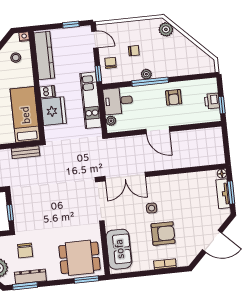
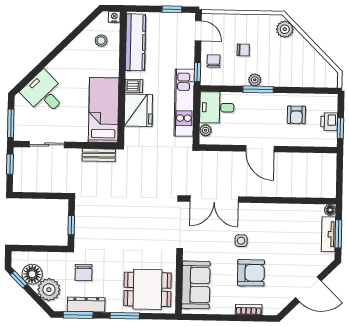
window: (150, 82) -> (258, 89), width x0.69
armchair: (174, 97) -> (296, 115), moved
window: (86, 279) -> (125, 316), moved

